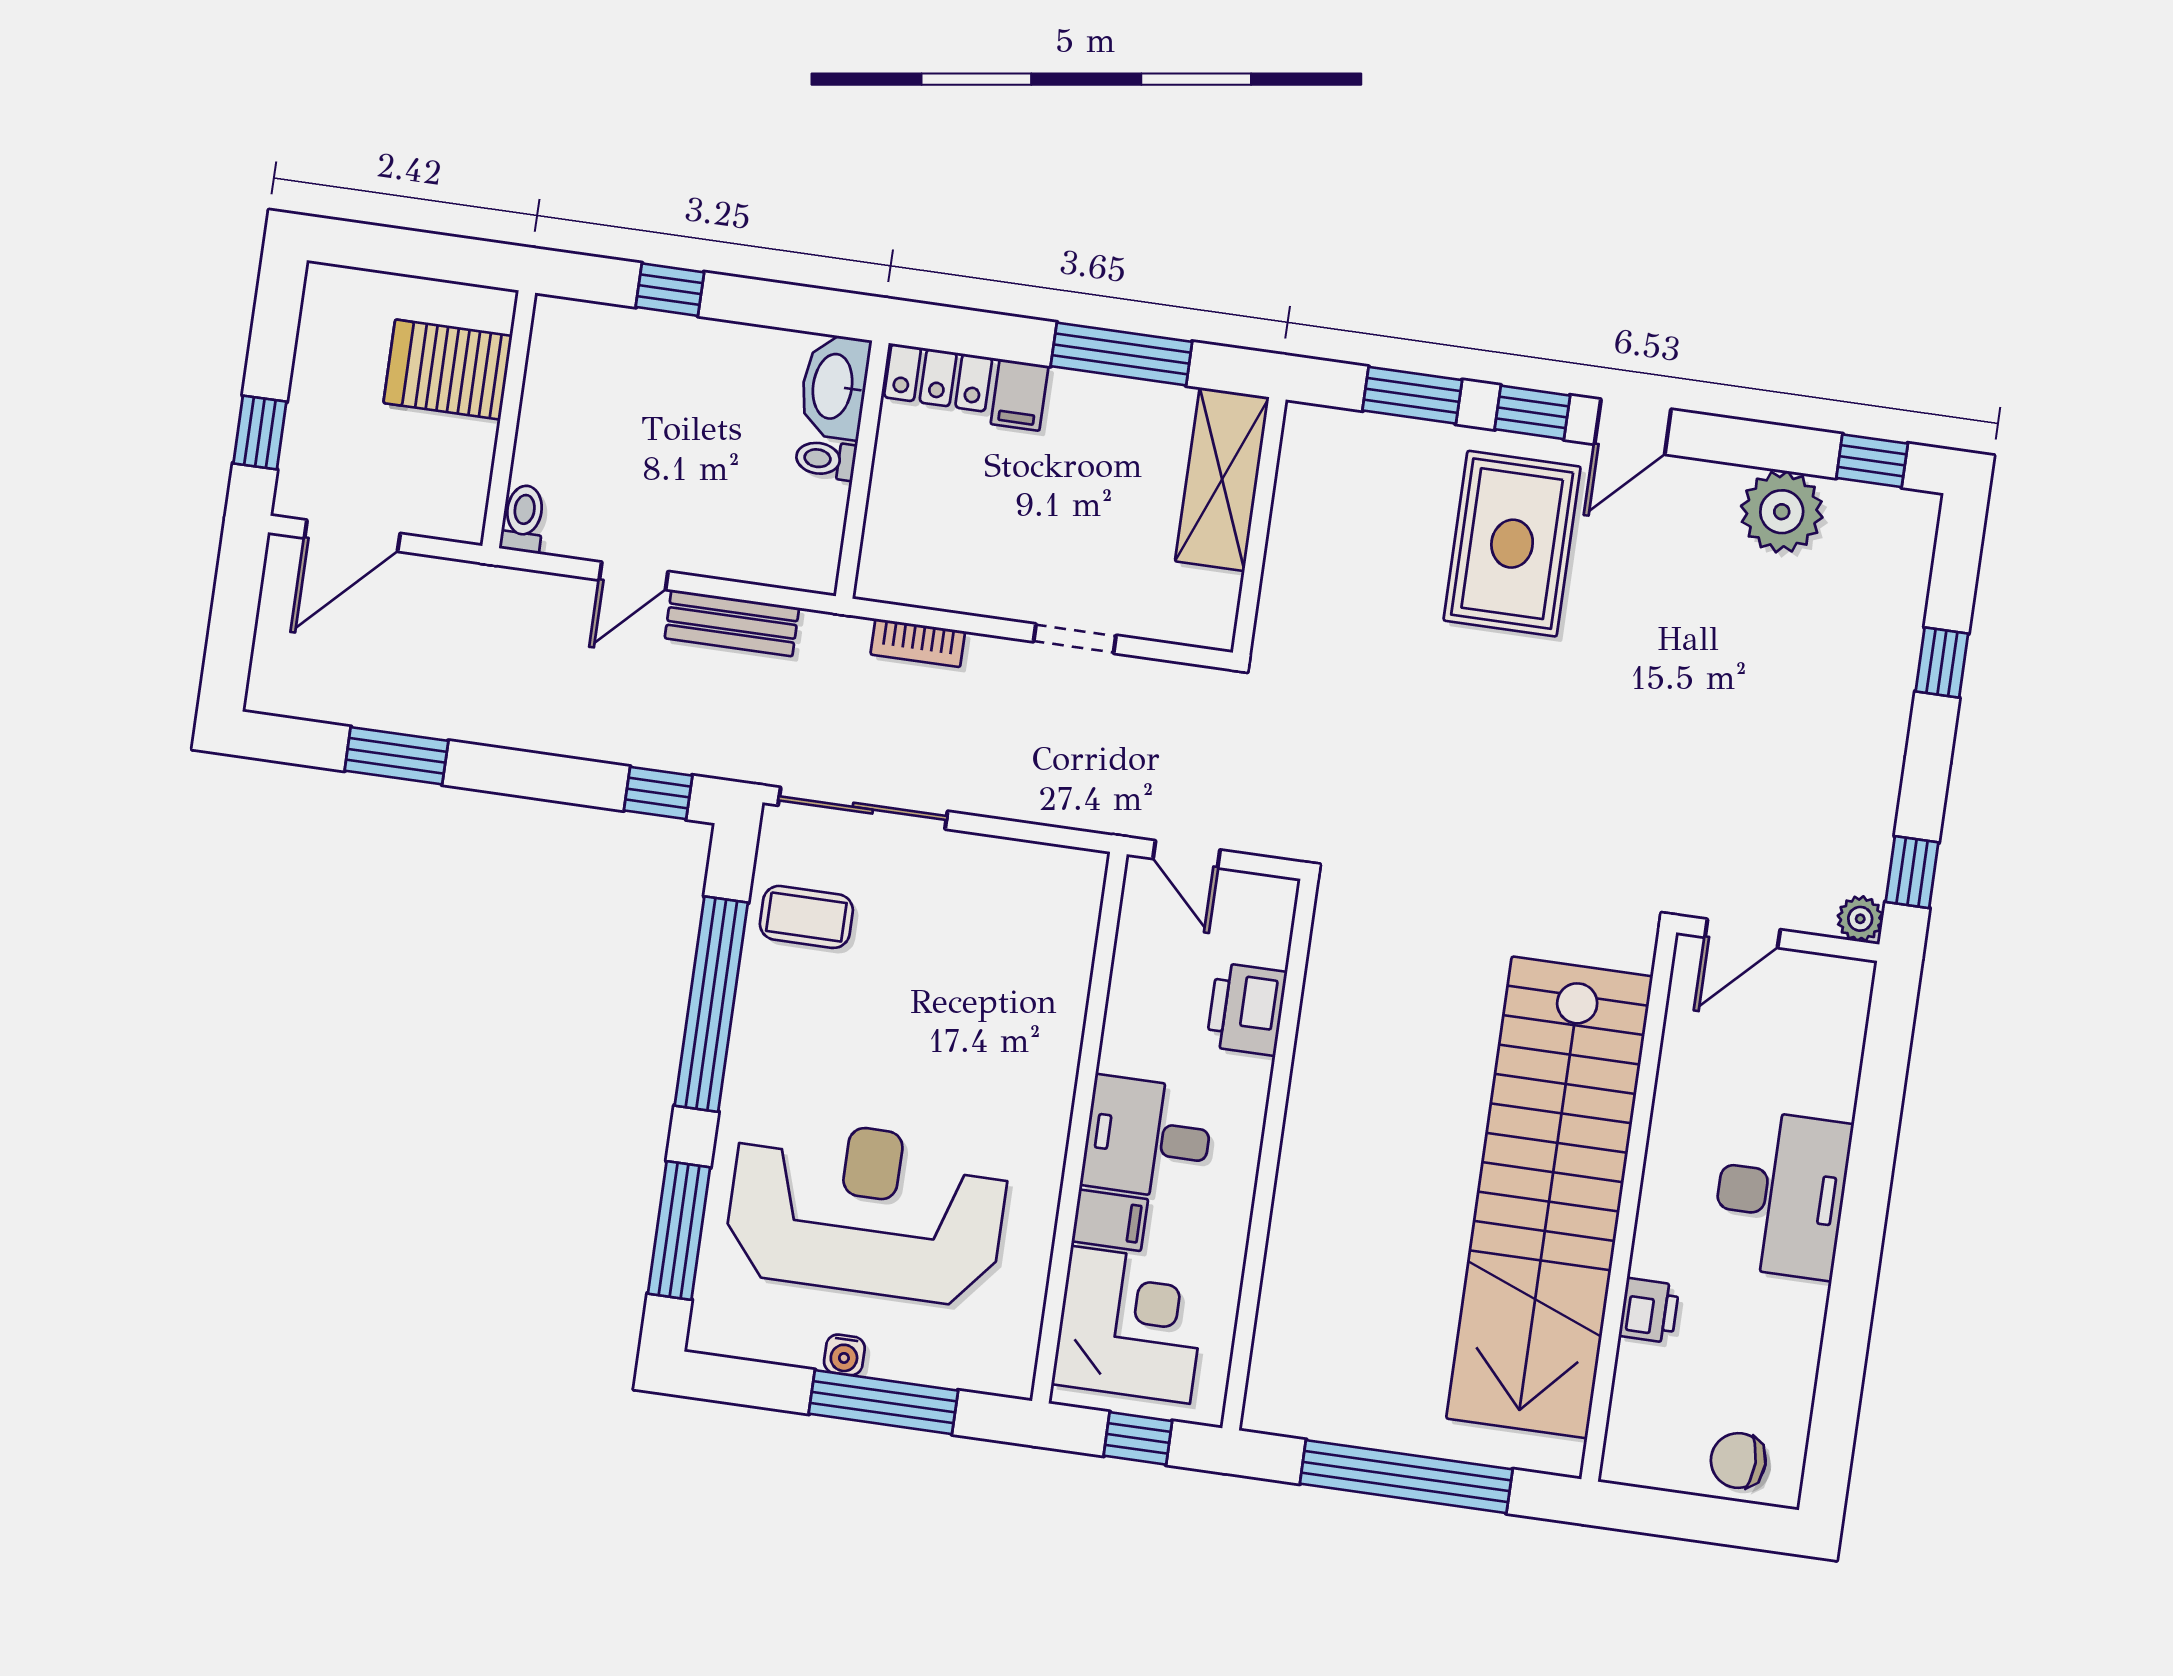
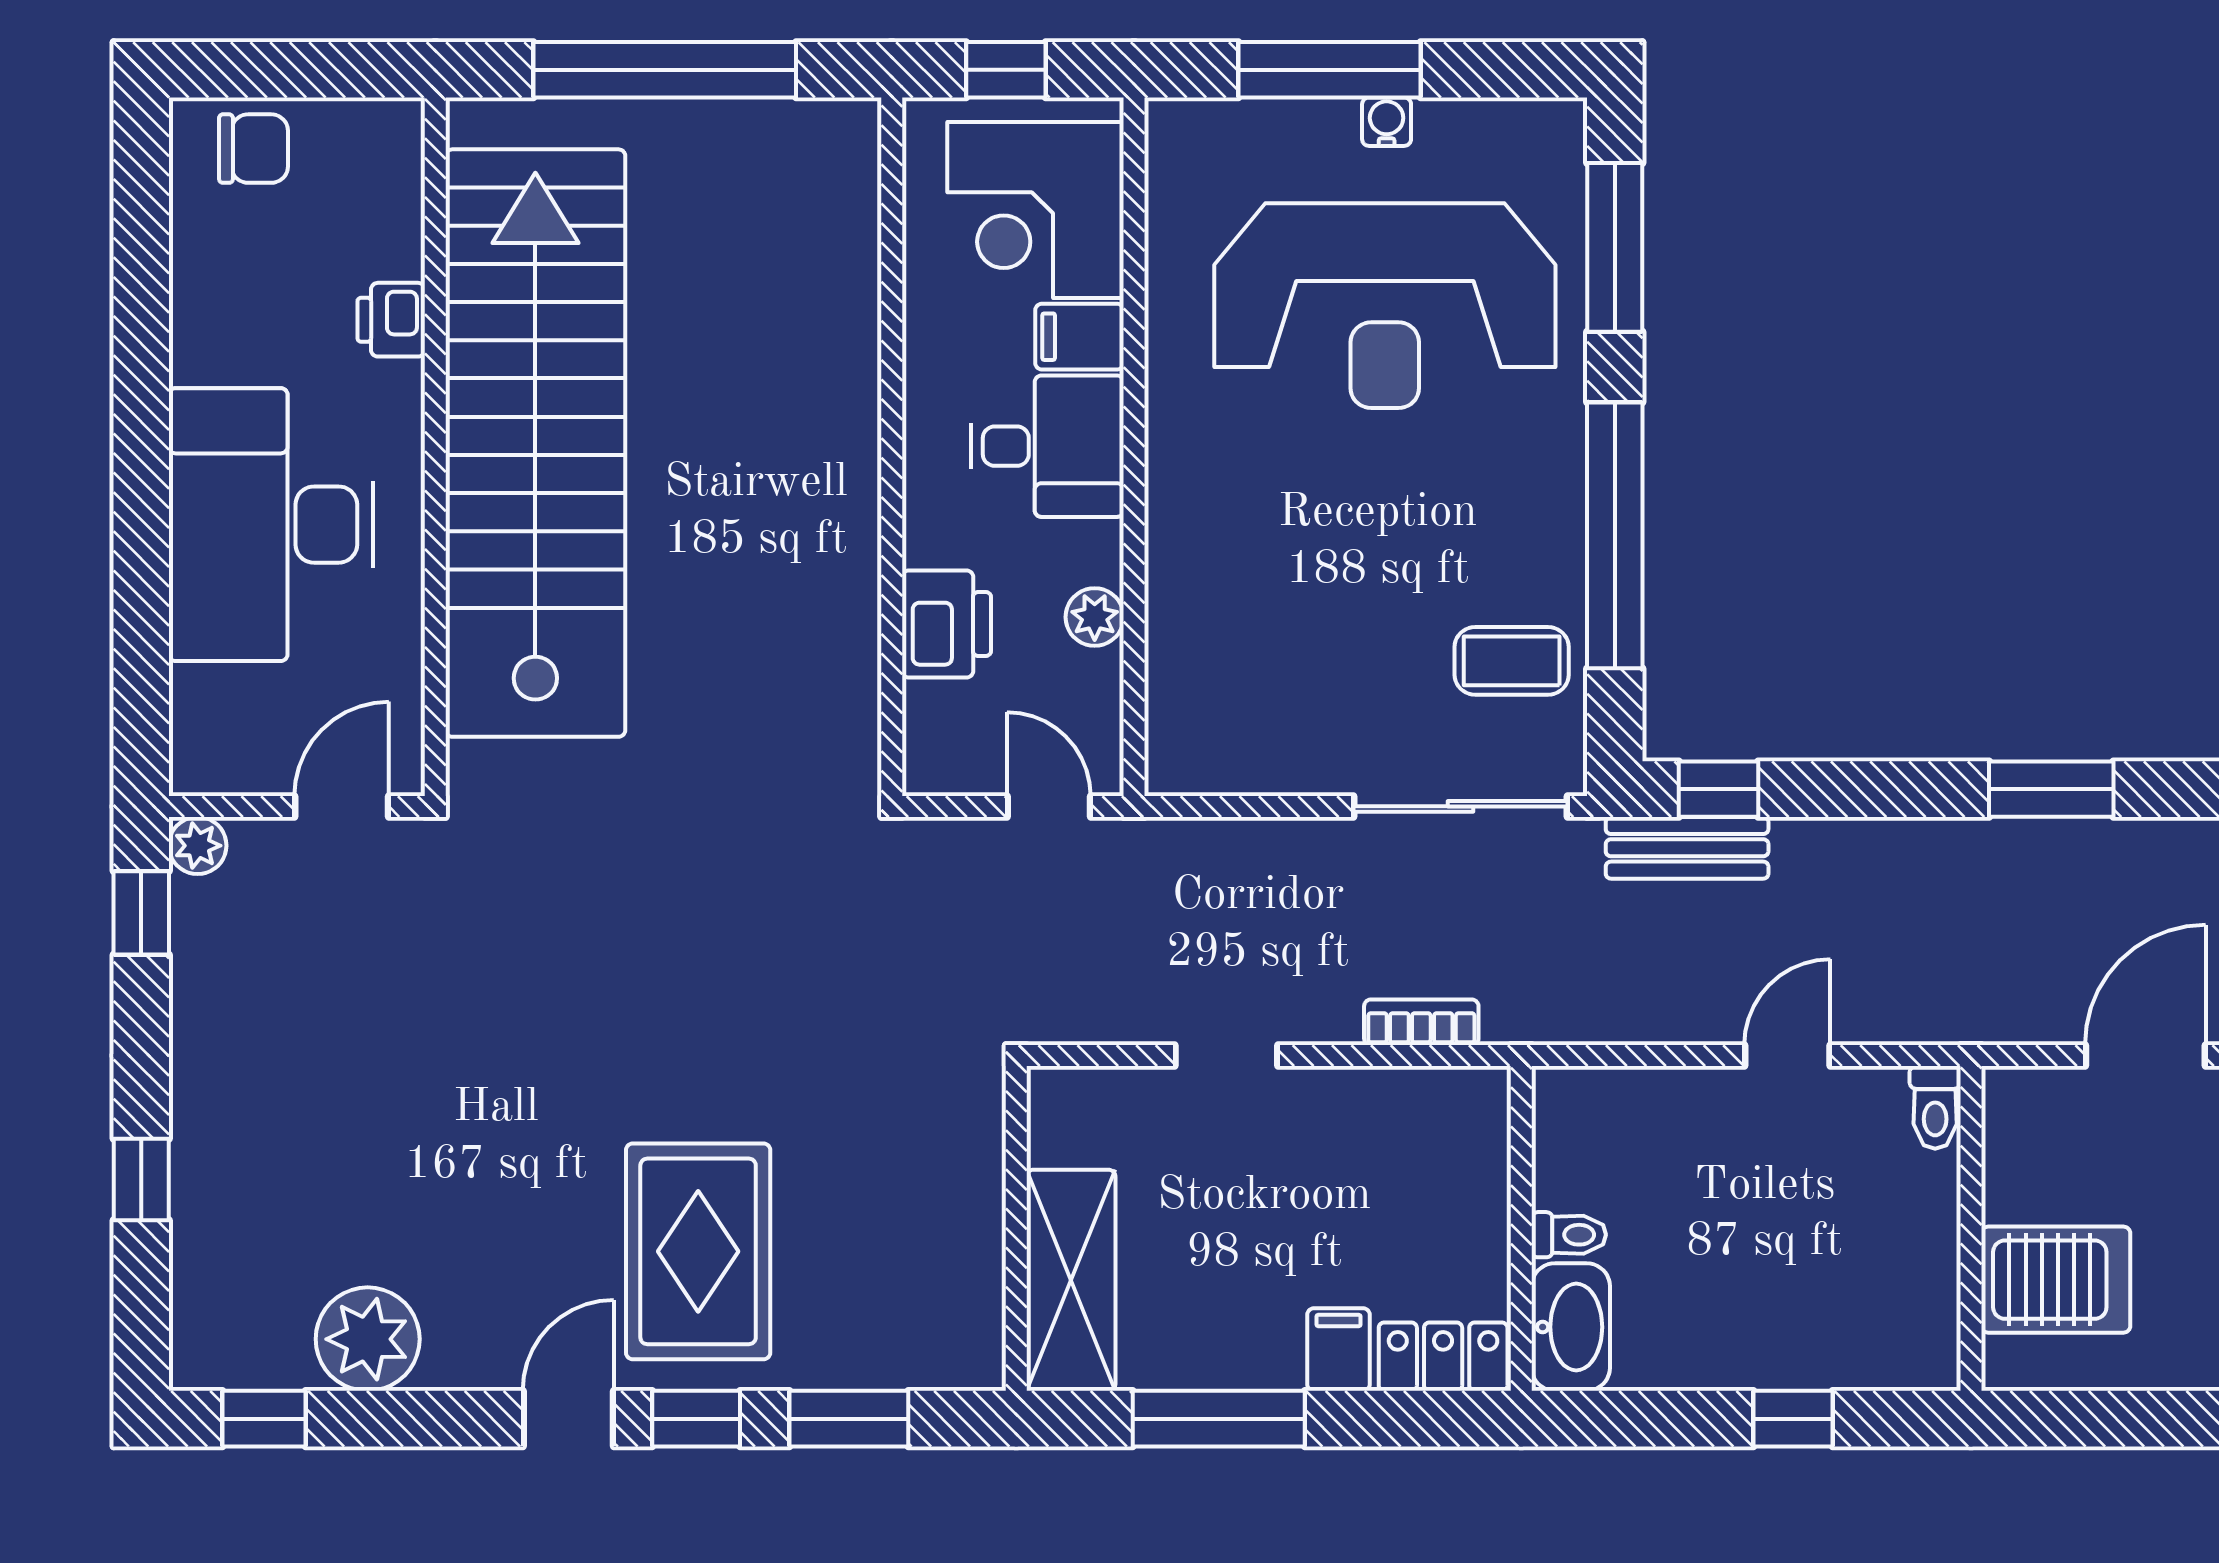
bench: (732, 623) -> (1687, 848), moved
plant: (1129, 998) -> (1095, 617), added
desk: (1781, 1194) -> (271, 525), width x1.36, depth x1.30

